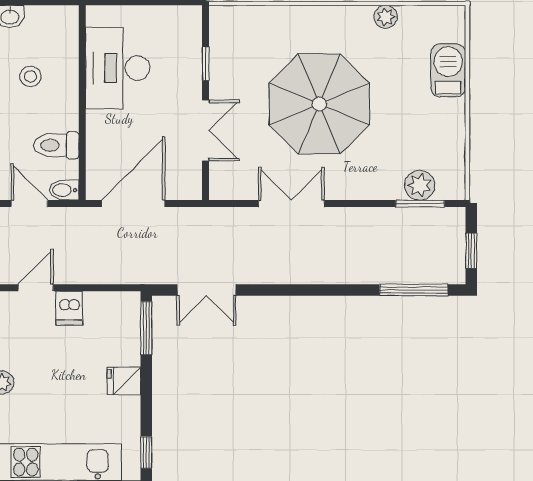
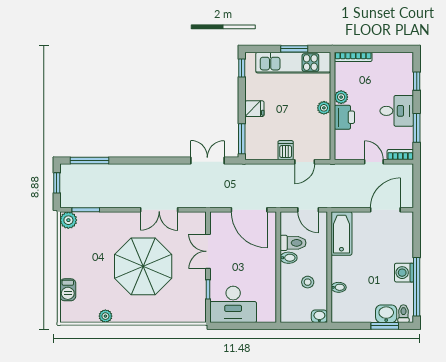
desk: (118, 68) -> (233, 304), moved, turned 90
barbecue: (448, 70) -> (68, 290), width x0.73, depth x0.79
plant: (420, 185) -> (68, 220), moved
bidet: (64, 190) -> (289, 258), moved
door: (133, 204) -> (249, 210), hinge flipped

